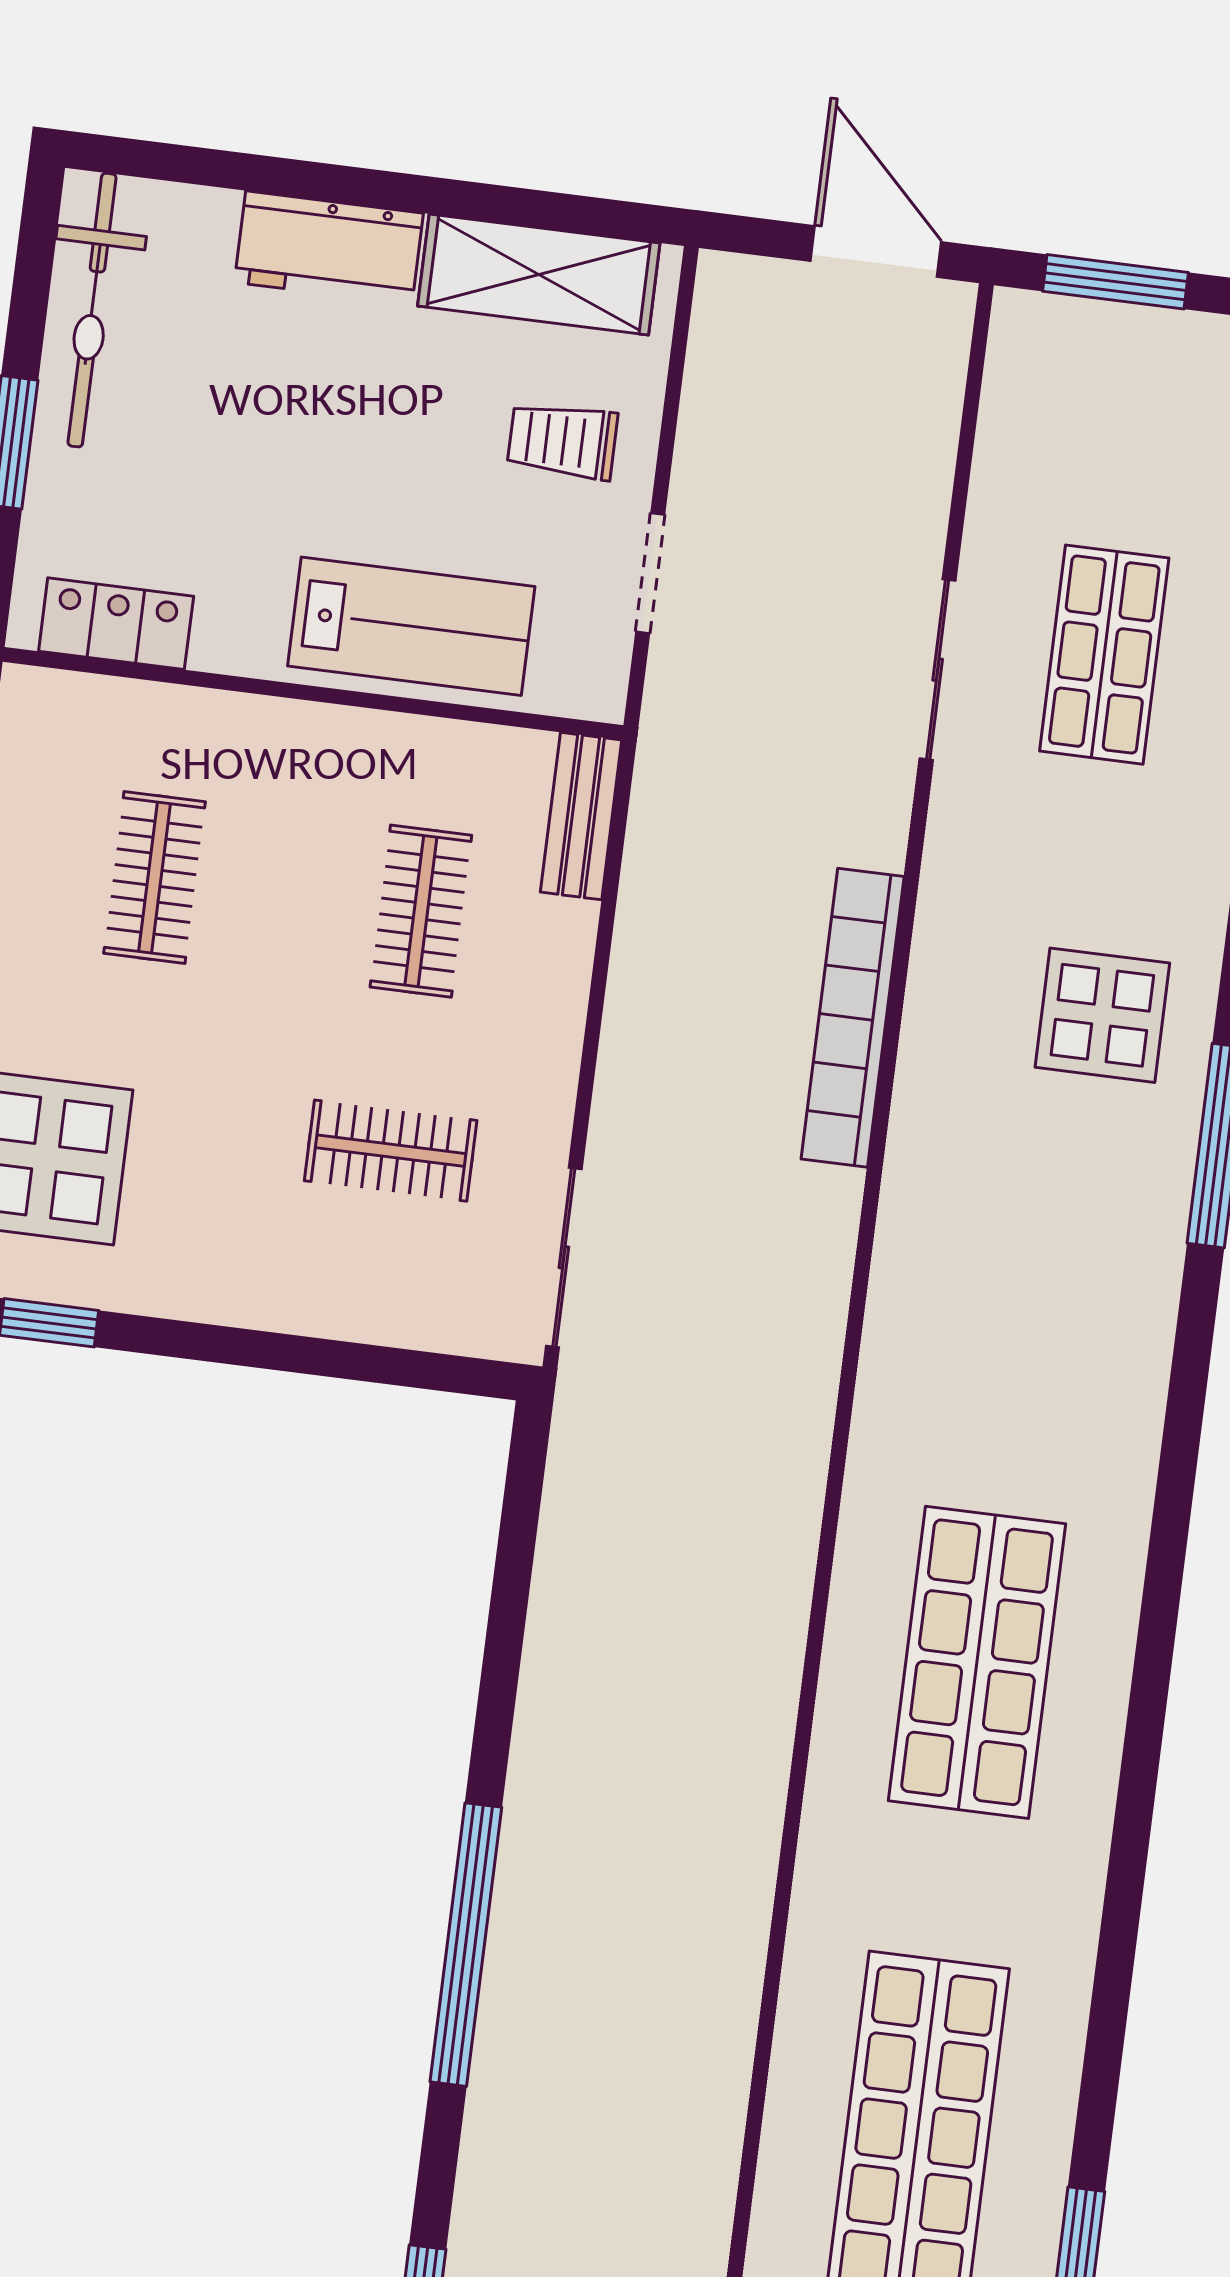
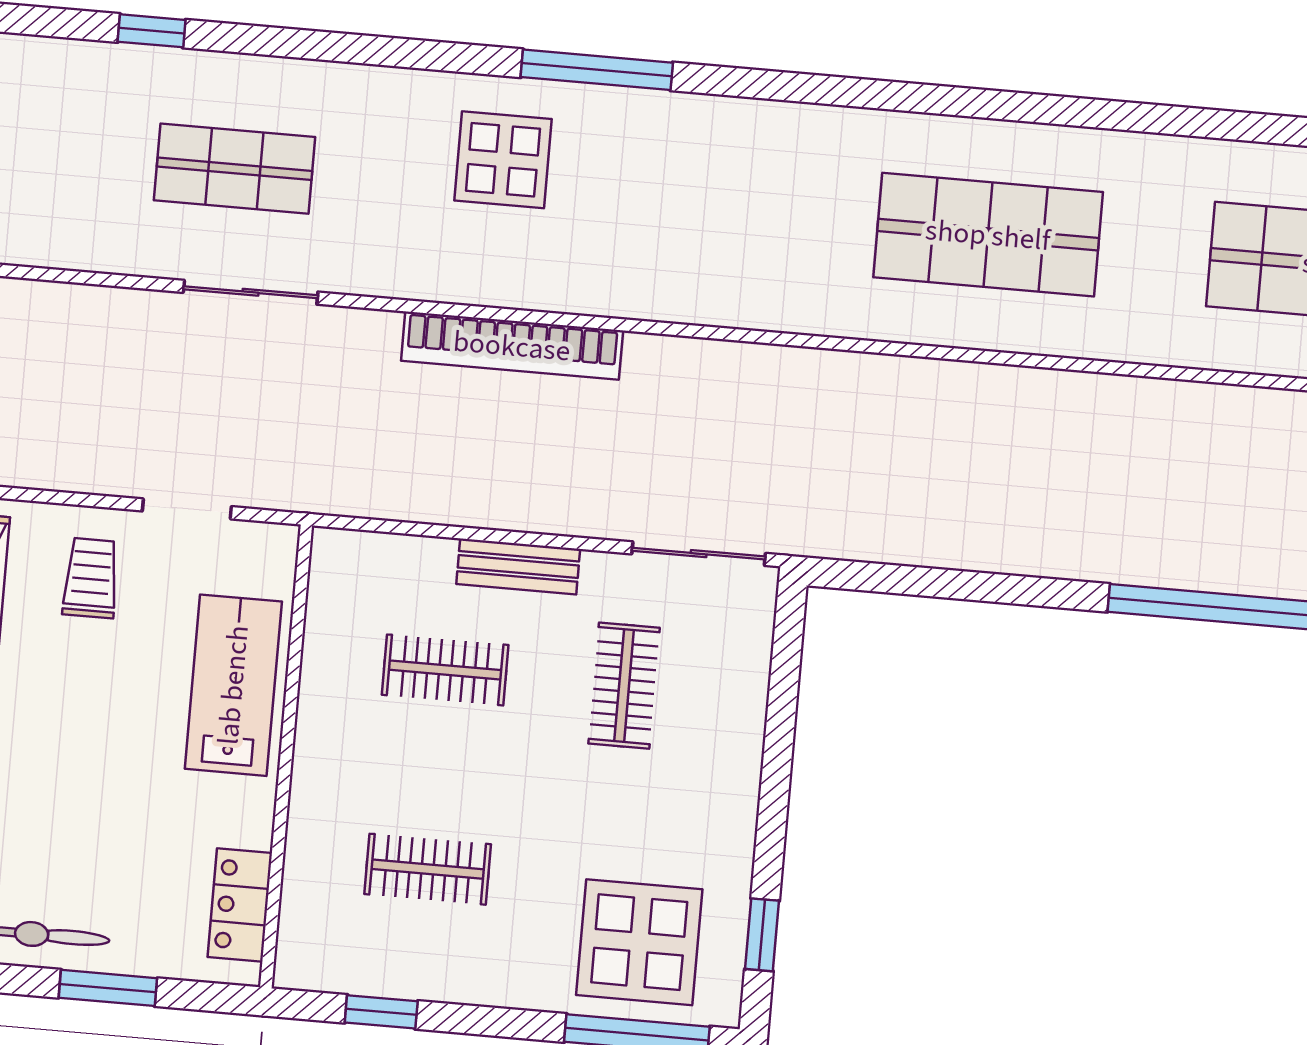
trolley: (562, 441) -> (91, 578), turned 180
bench: (581, 816) -> (518, 566), moved

